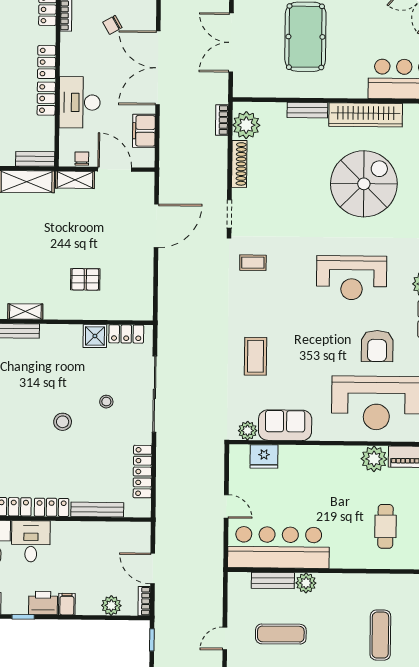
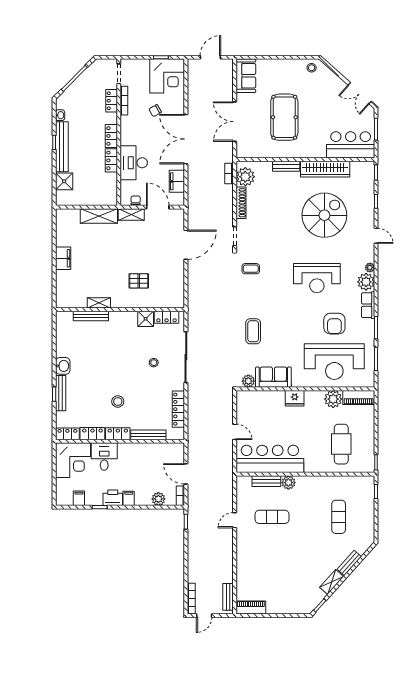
bench: (35, 159) -> (104, 201), removed
stool: (63, 422) -> (118, 401), moved
fridge: (264, 456) -> (295, 398), moved
cafe table: (385, 526) -> (341, 444), width x1.37, depth x1.35

